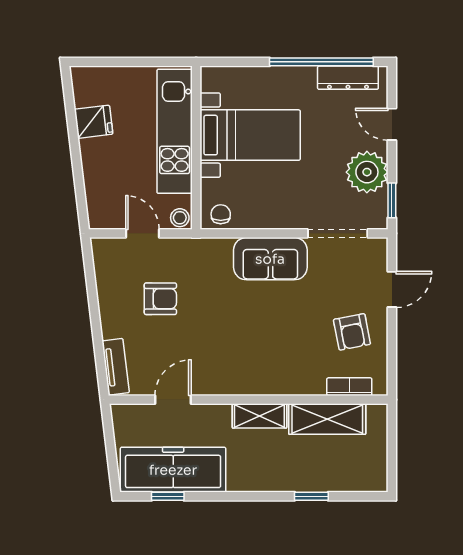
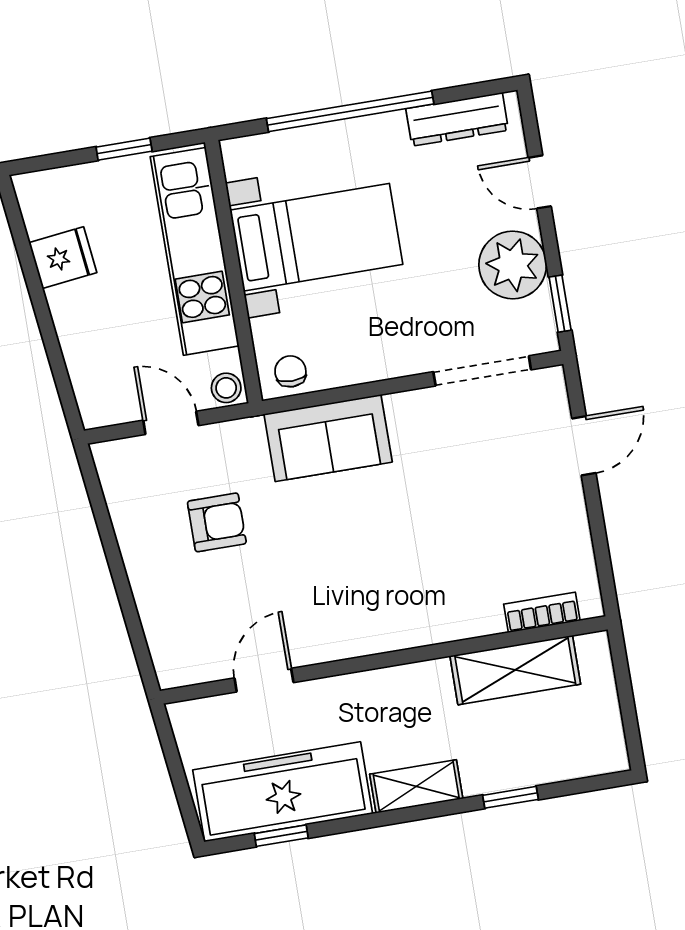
window: (142, 62) -> (124, 149), added
window: (321, 62) -> (350, 111), moved
sofa: (270, 259) -> (328, 438), moved
armchair: (352, 332) -> (531, 524), removed
tv unit: (116, 367) -> (163, 643), removed
shelving: (259, 416) -> (416, 786), moved

